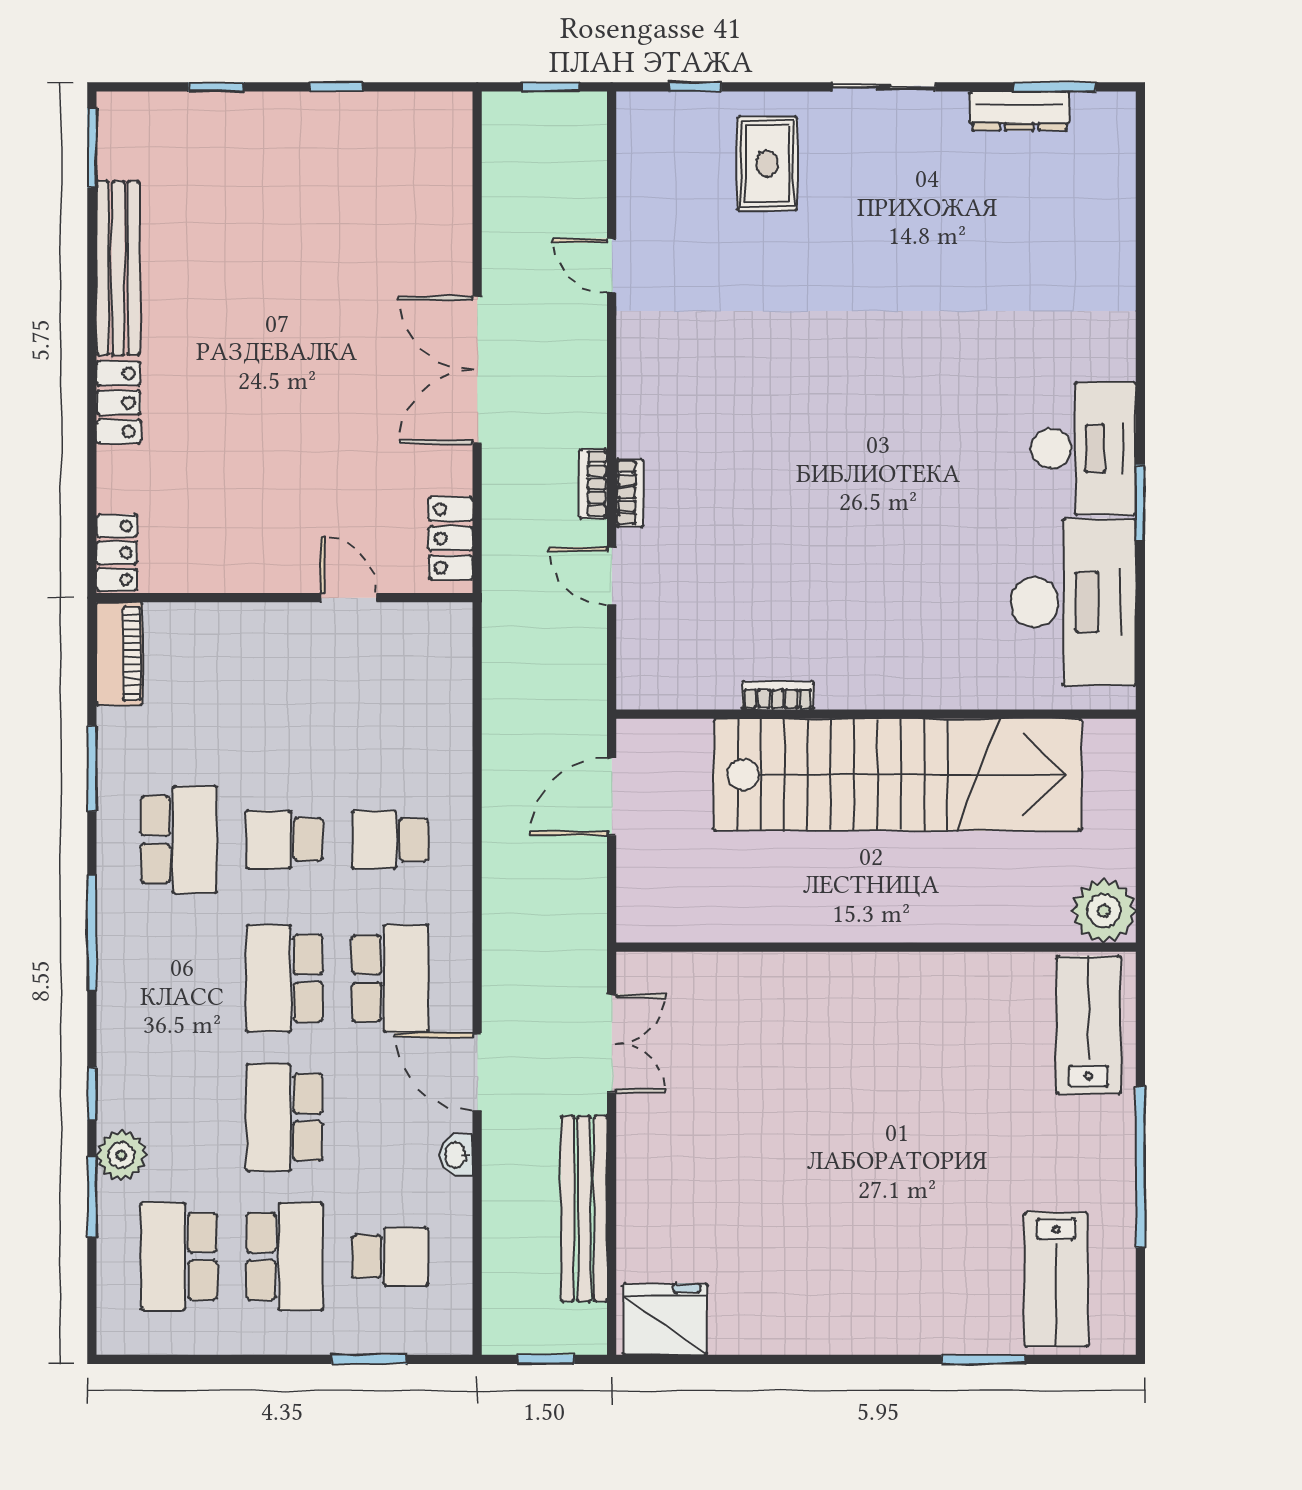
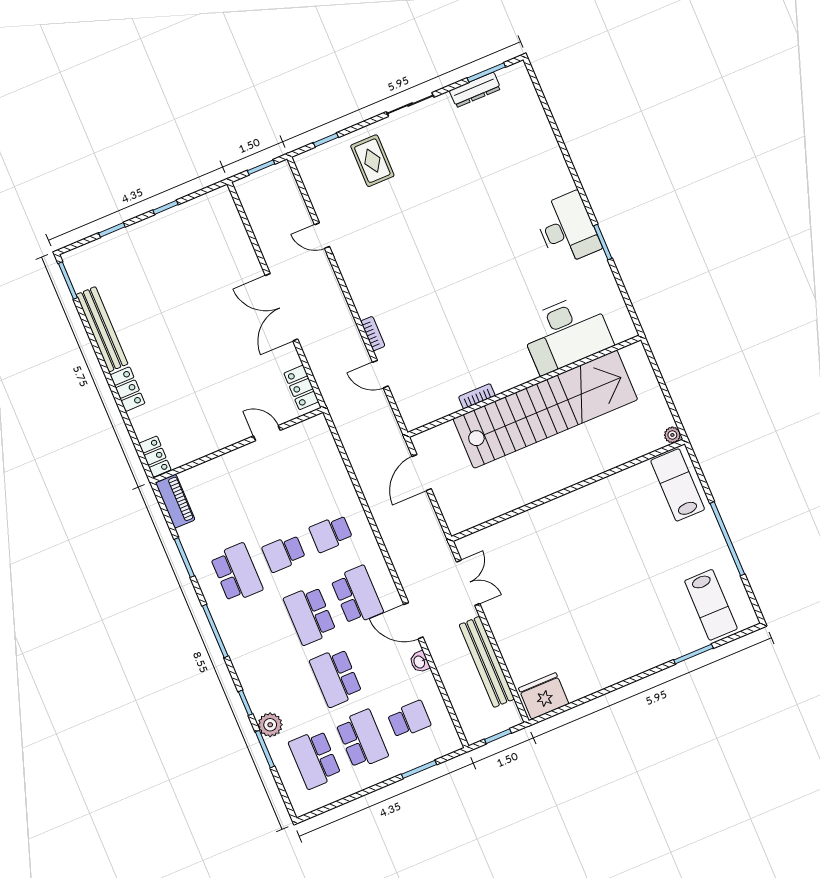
bookcase: (593, 484) -> (355, 336), removed
desk: (1073, 602) -> (566, 333), moved, turned 90
plant: (1104, 911) -> (672, 435), width x0.53, depth x0.53

